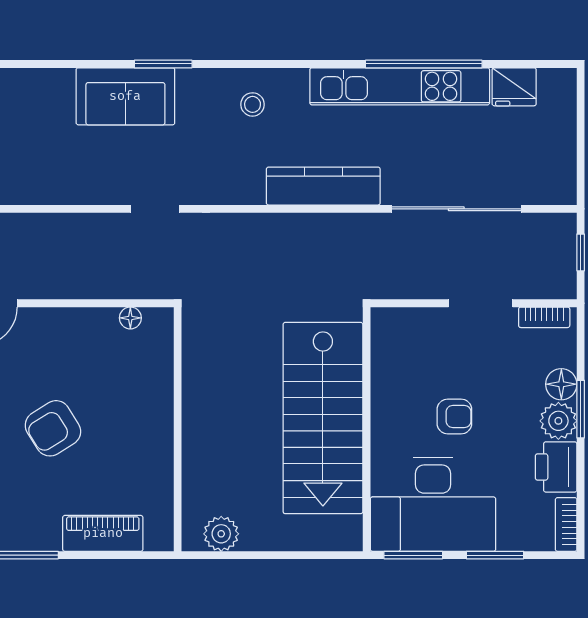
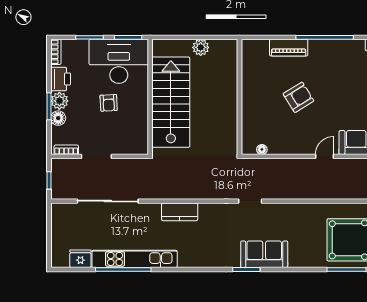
stool: (253, 104) -> (204, 250), removed
kitchen counter: (323, 186) -> (180, 212), width x0.67
armchair: (454, 416) -> (109, 103), turned -93
piano: (103, 533) -> (289, 48), moved
plant: (221, 534) -> (201, 47), moved

